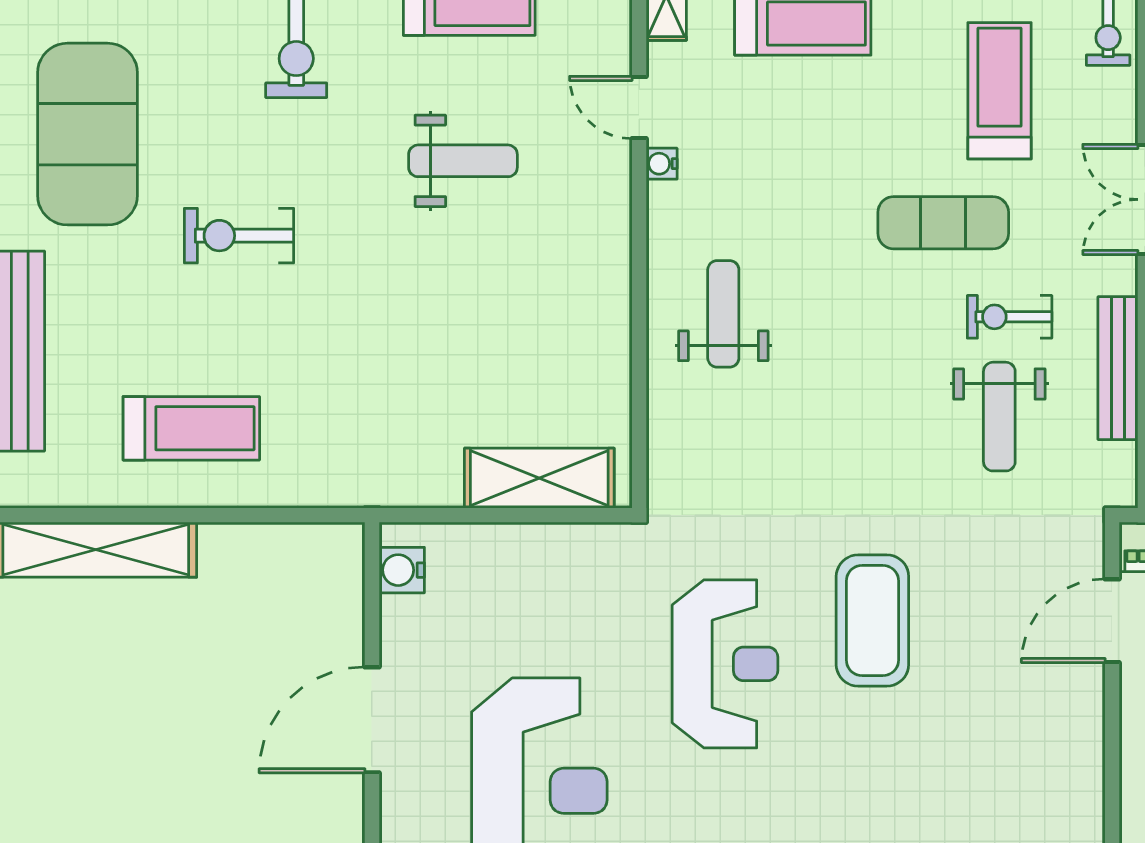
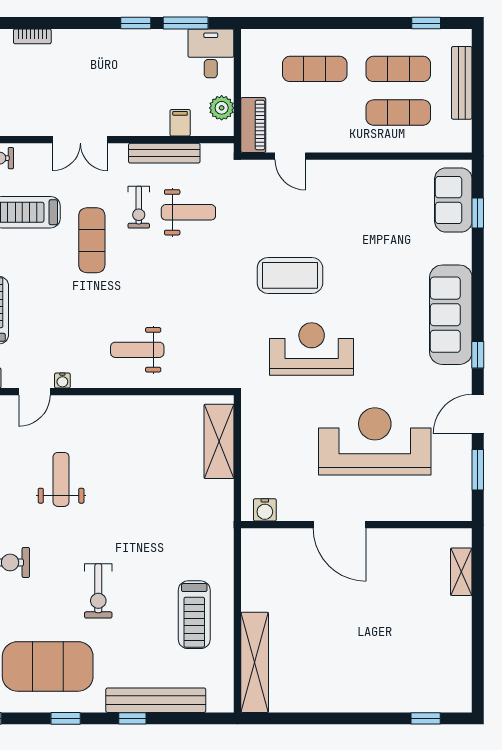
treadmill: (191, 428) -> (194, 615), turned 180
door: (1112, 621) -> (290, 156), width x0.73

